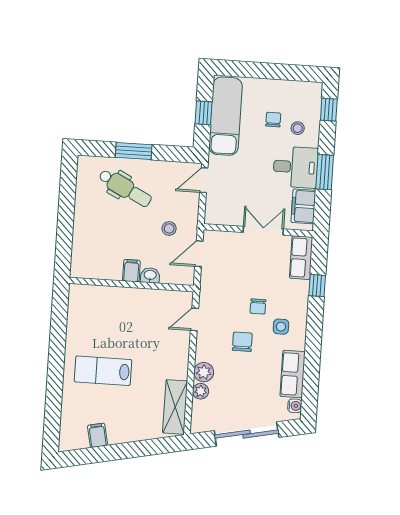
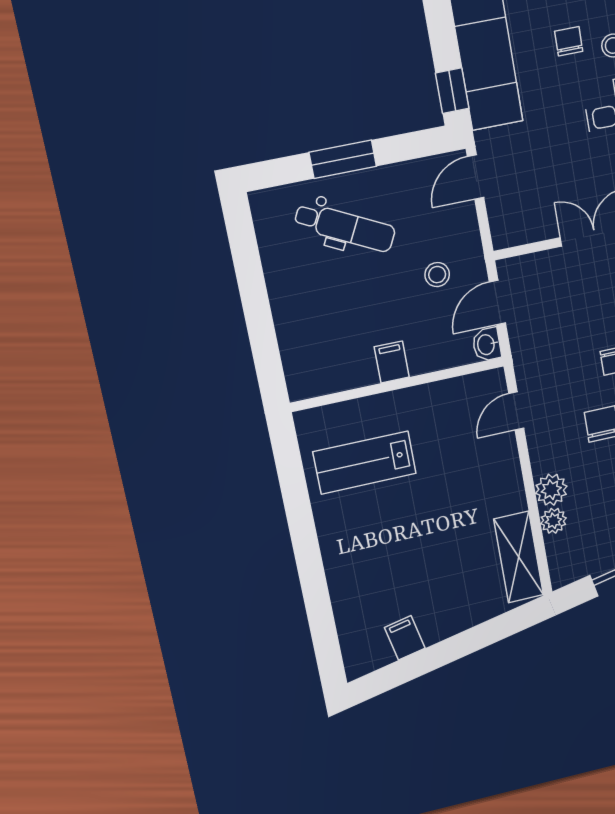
window: (204, 113) -> (452, 91), moved
washbasin: (150, 275) -> (487, 345), moved, turned -90
lab bench: (103, 371) -> (365, 463), moved

